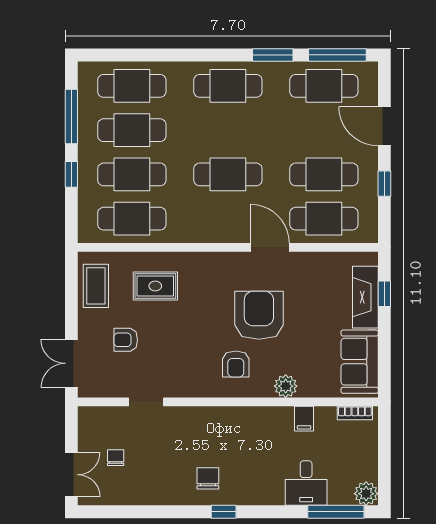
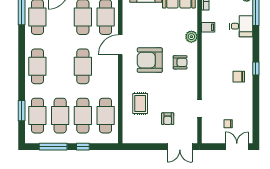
window: (273, 55) -> (22, 111), moved
coffee table: (96, 286) -> (140, 134), removed
armchair: (259, 315) -> (150, 60), moved

